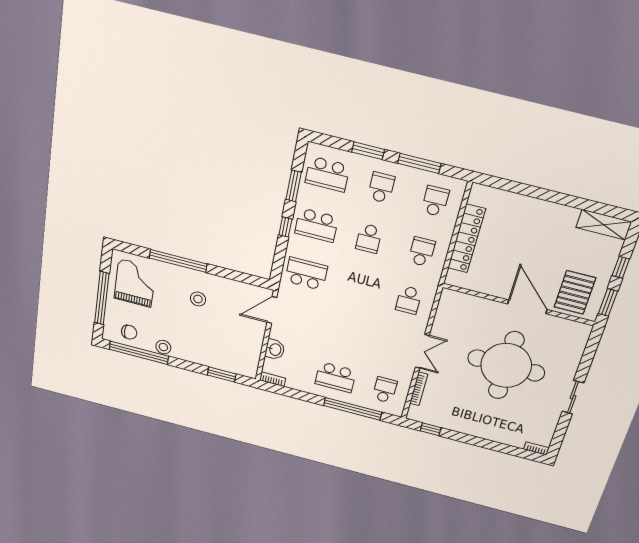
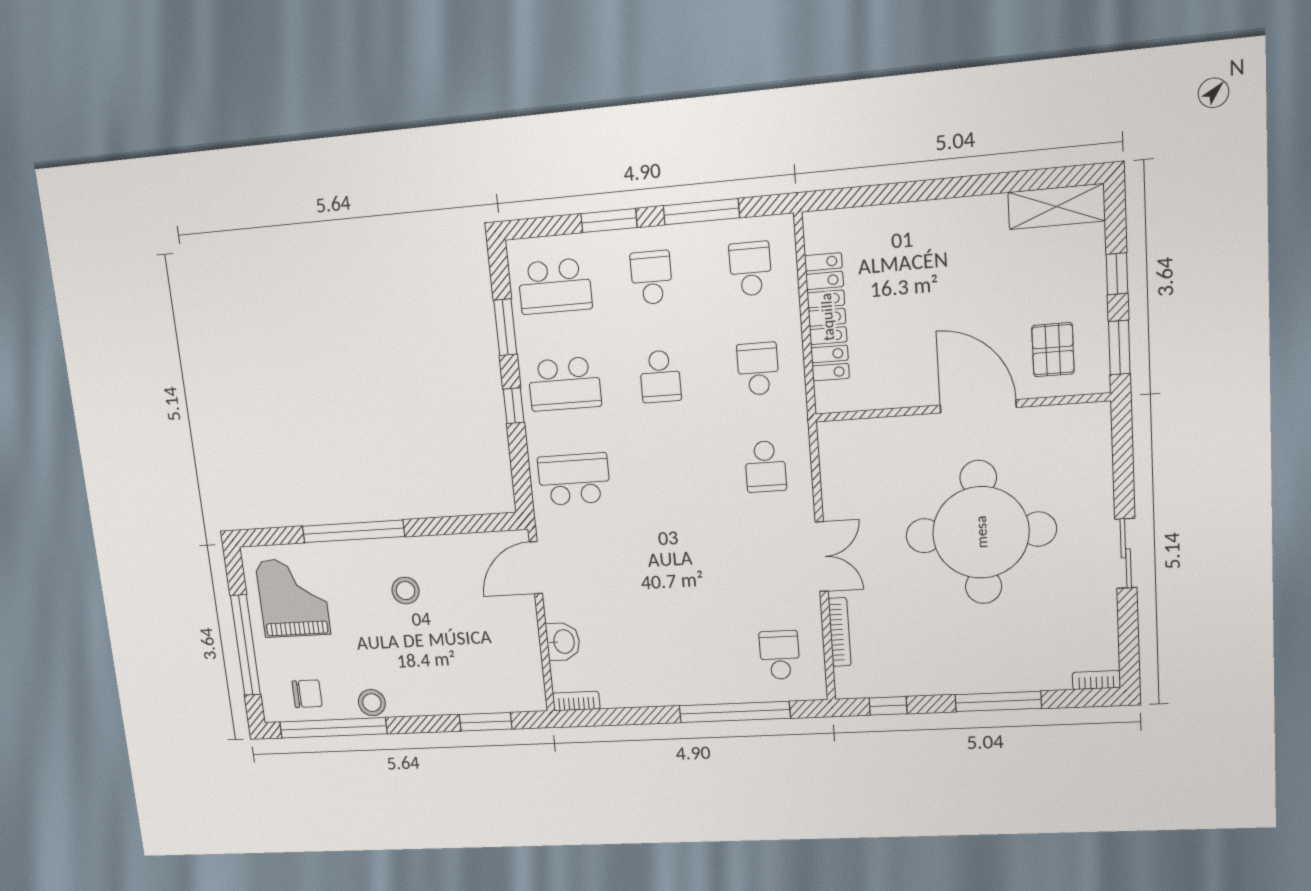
pallet: (575, 292) -> (1053, 350), width x0.67, depth x0.71
school desk: (336, 377) -> (685, 659), removed
window: (485, 444) -> (998, 701), added

